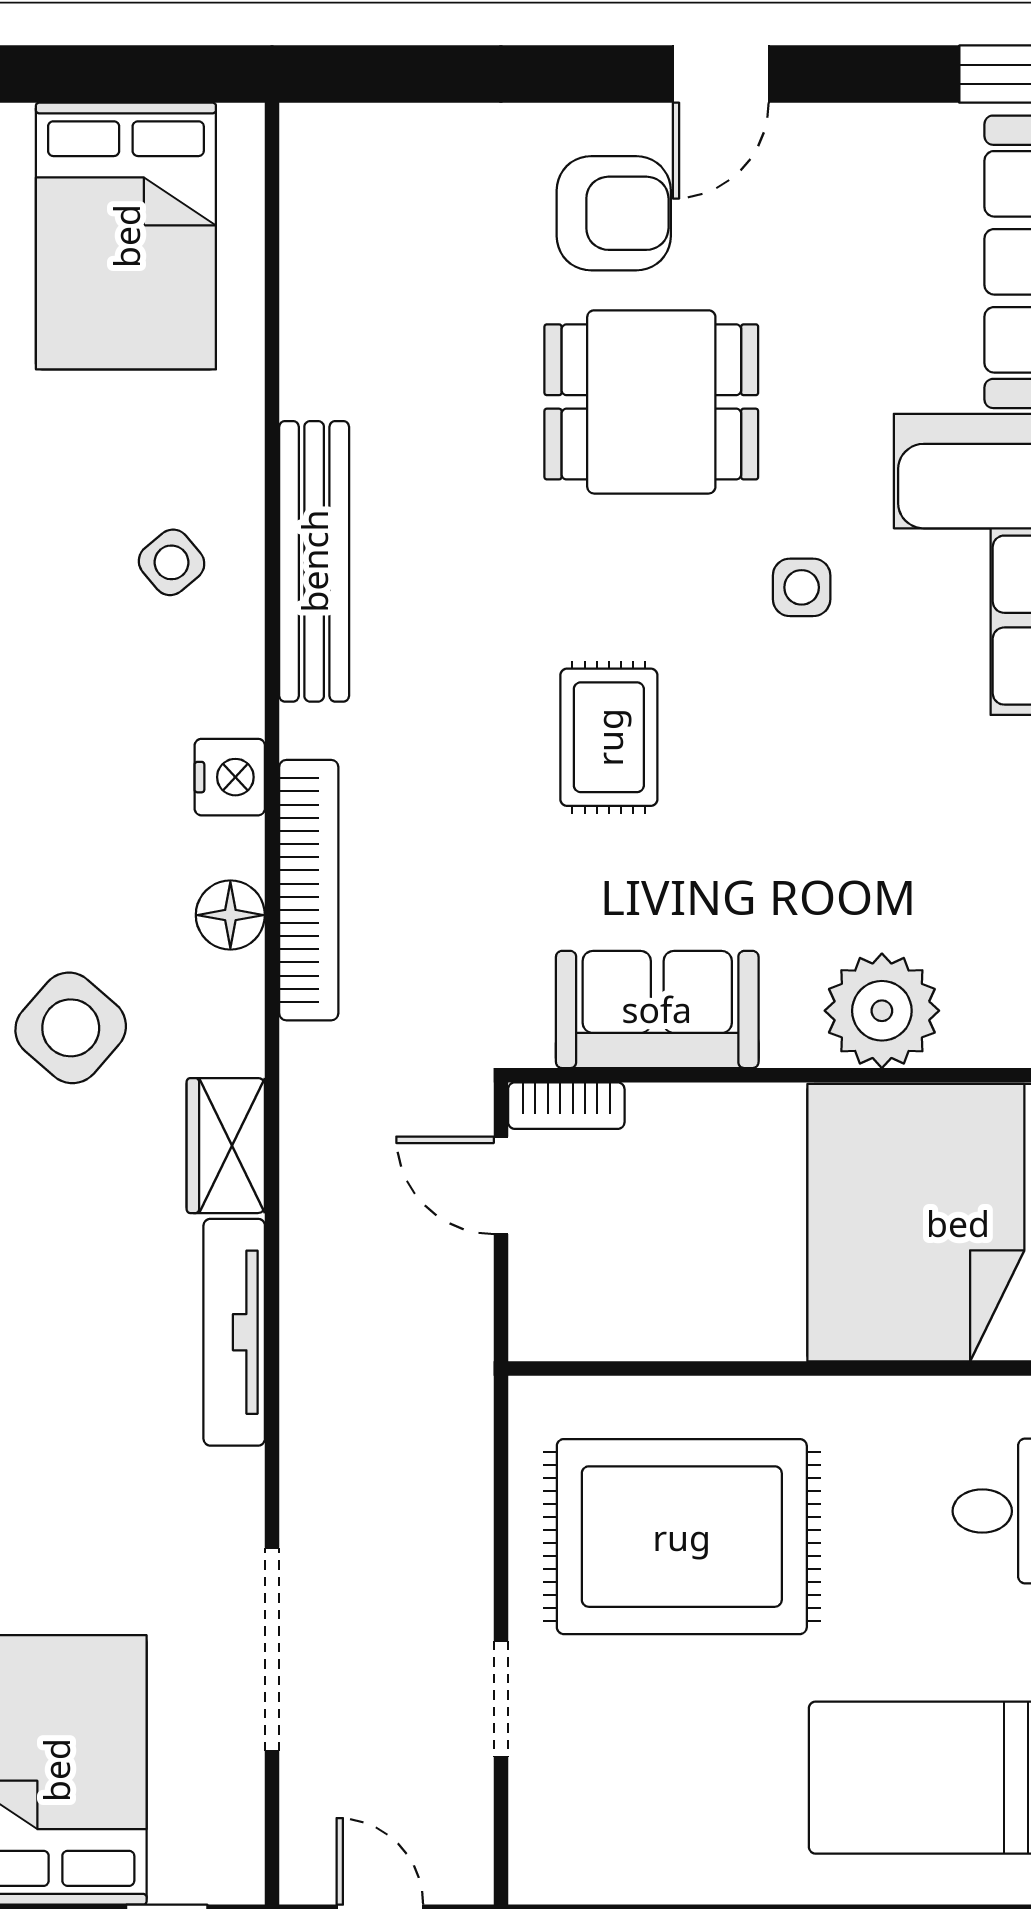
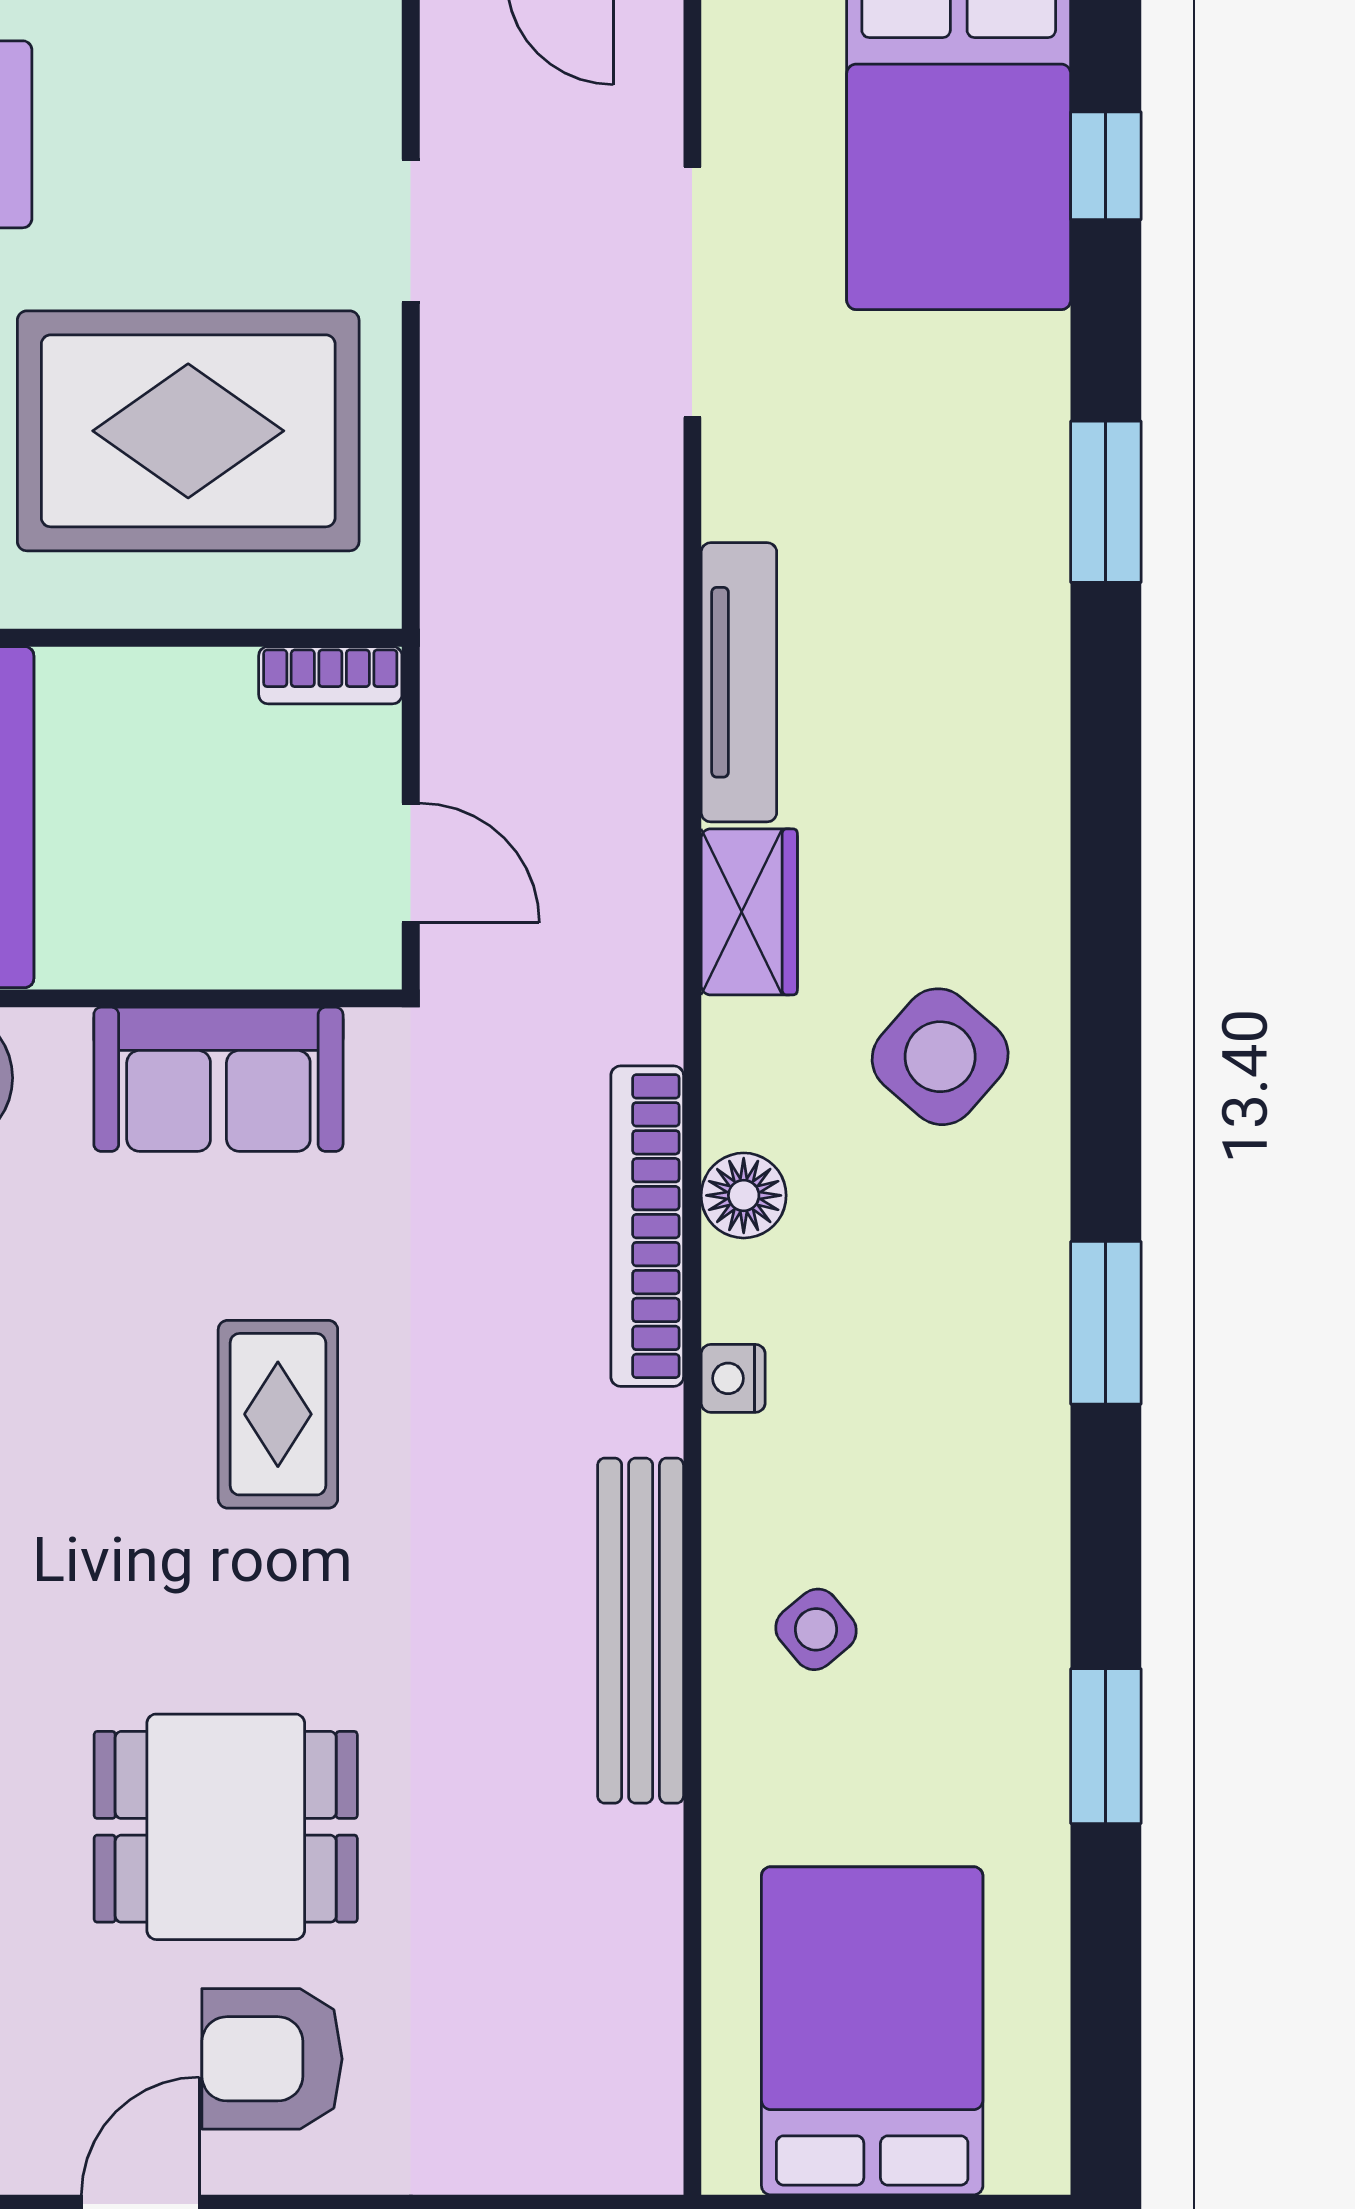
side table: (802, 587) -> (41, 1599), removed
nightstand: (230, 777) -> (733, 1378), width x0.72, depth x0.74
bookcase: (566, 1106) -> (330, 675), moved, turned 180

